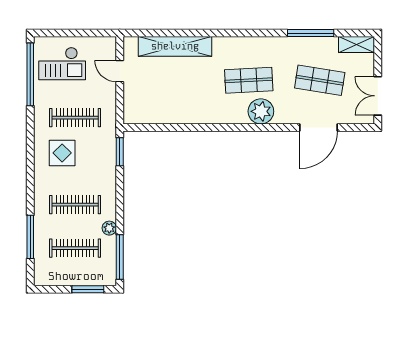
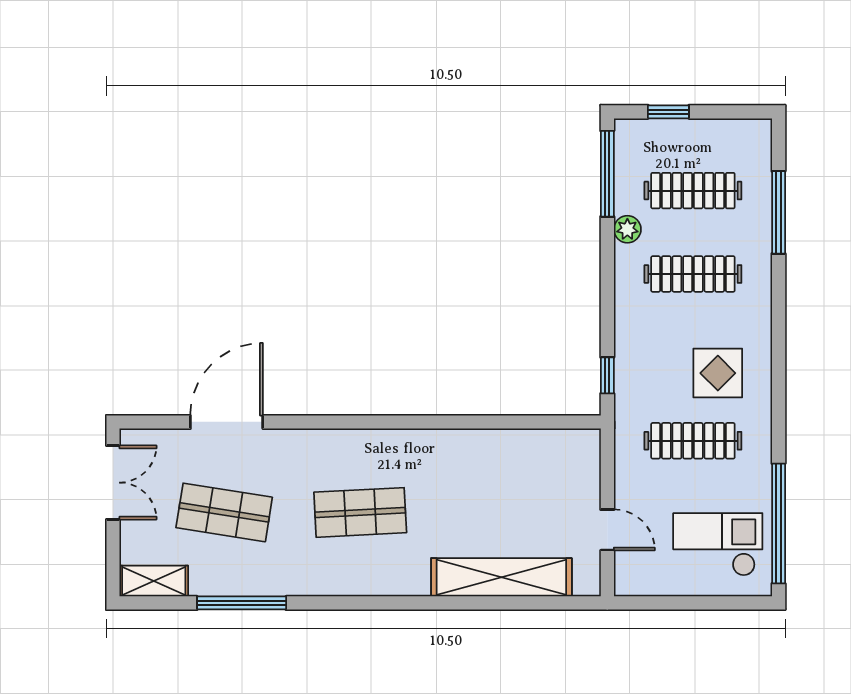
plant: (261, 111) -> (337, 453), removed
window: (120, 152) -> (607, 375), width x0.67
window: (88, 289) -> (668, 112), width x0.67

